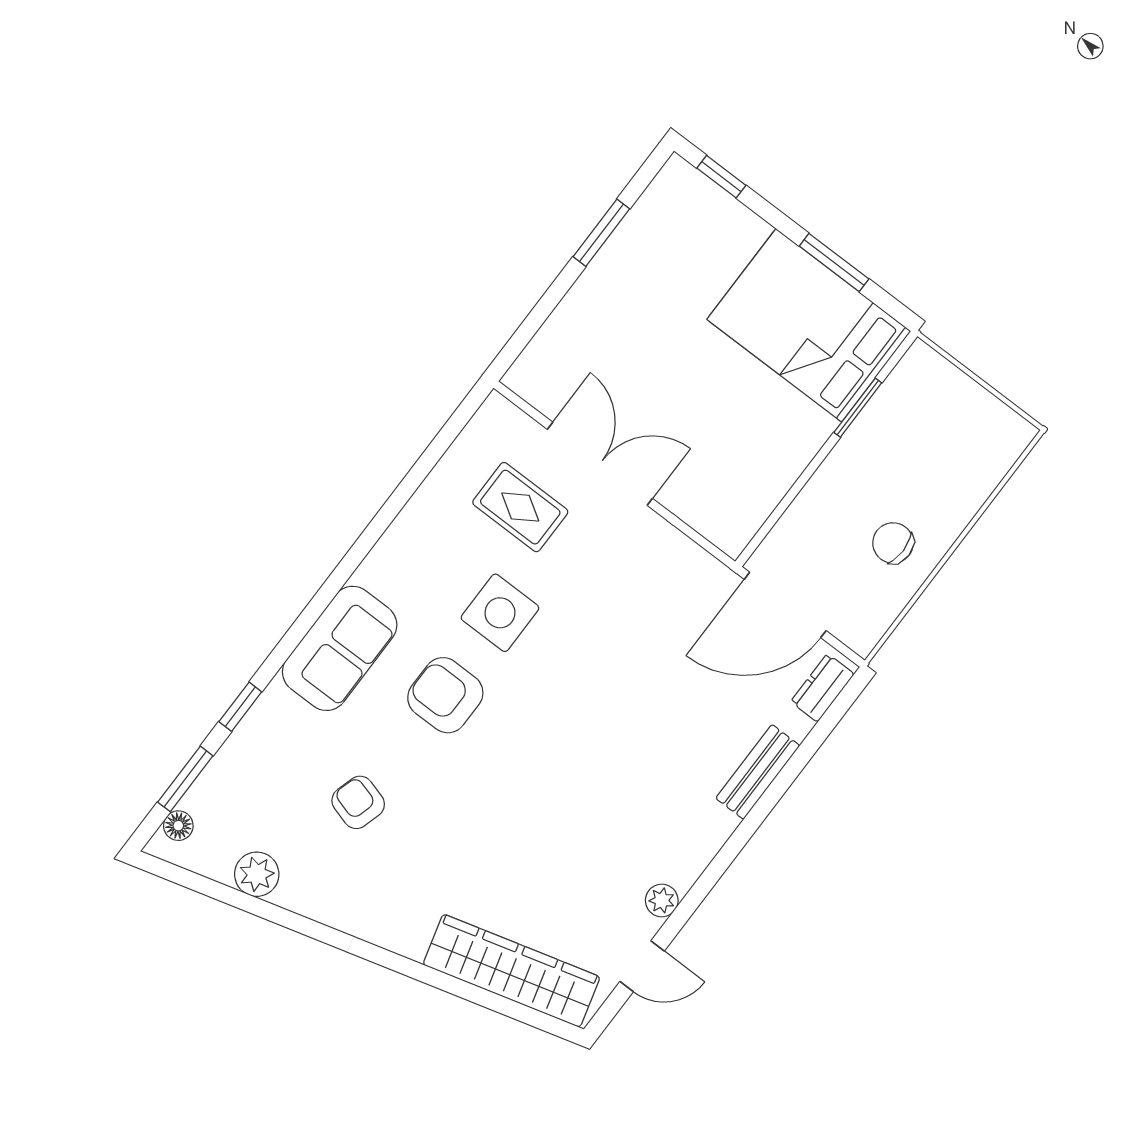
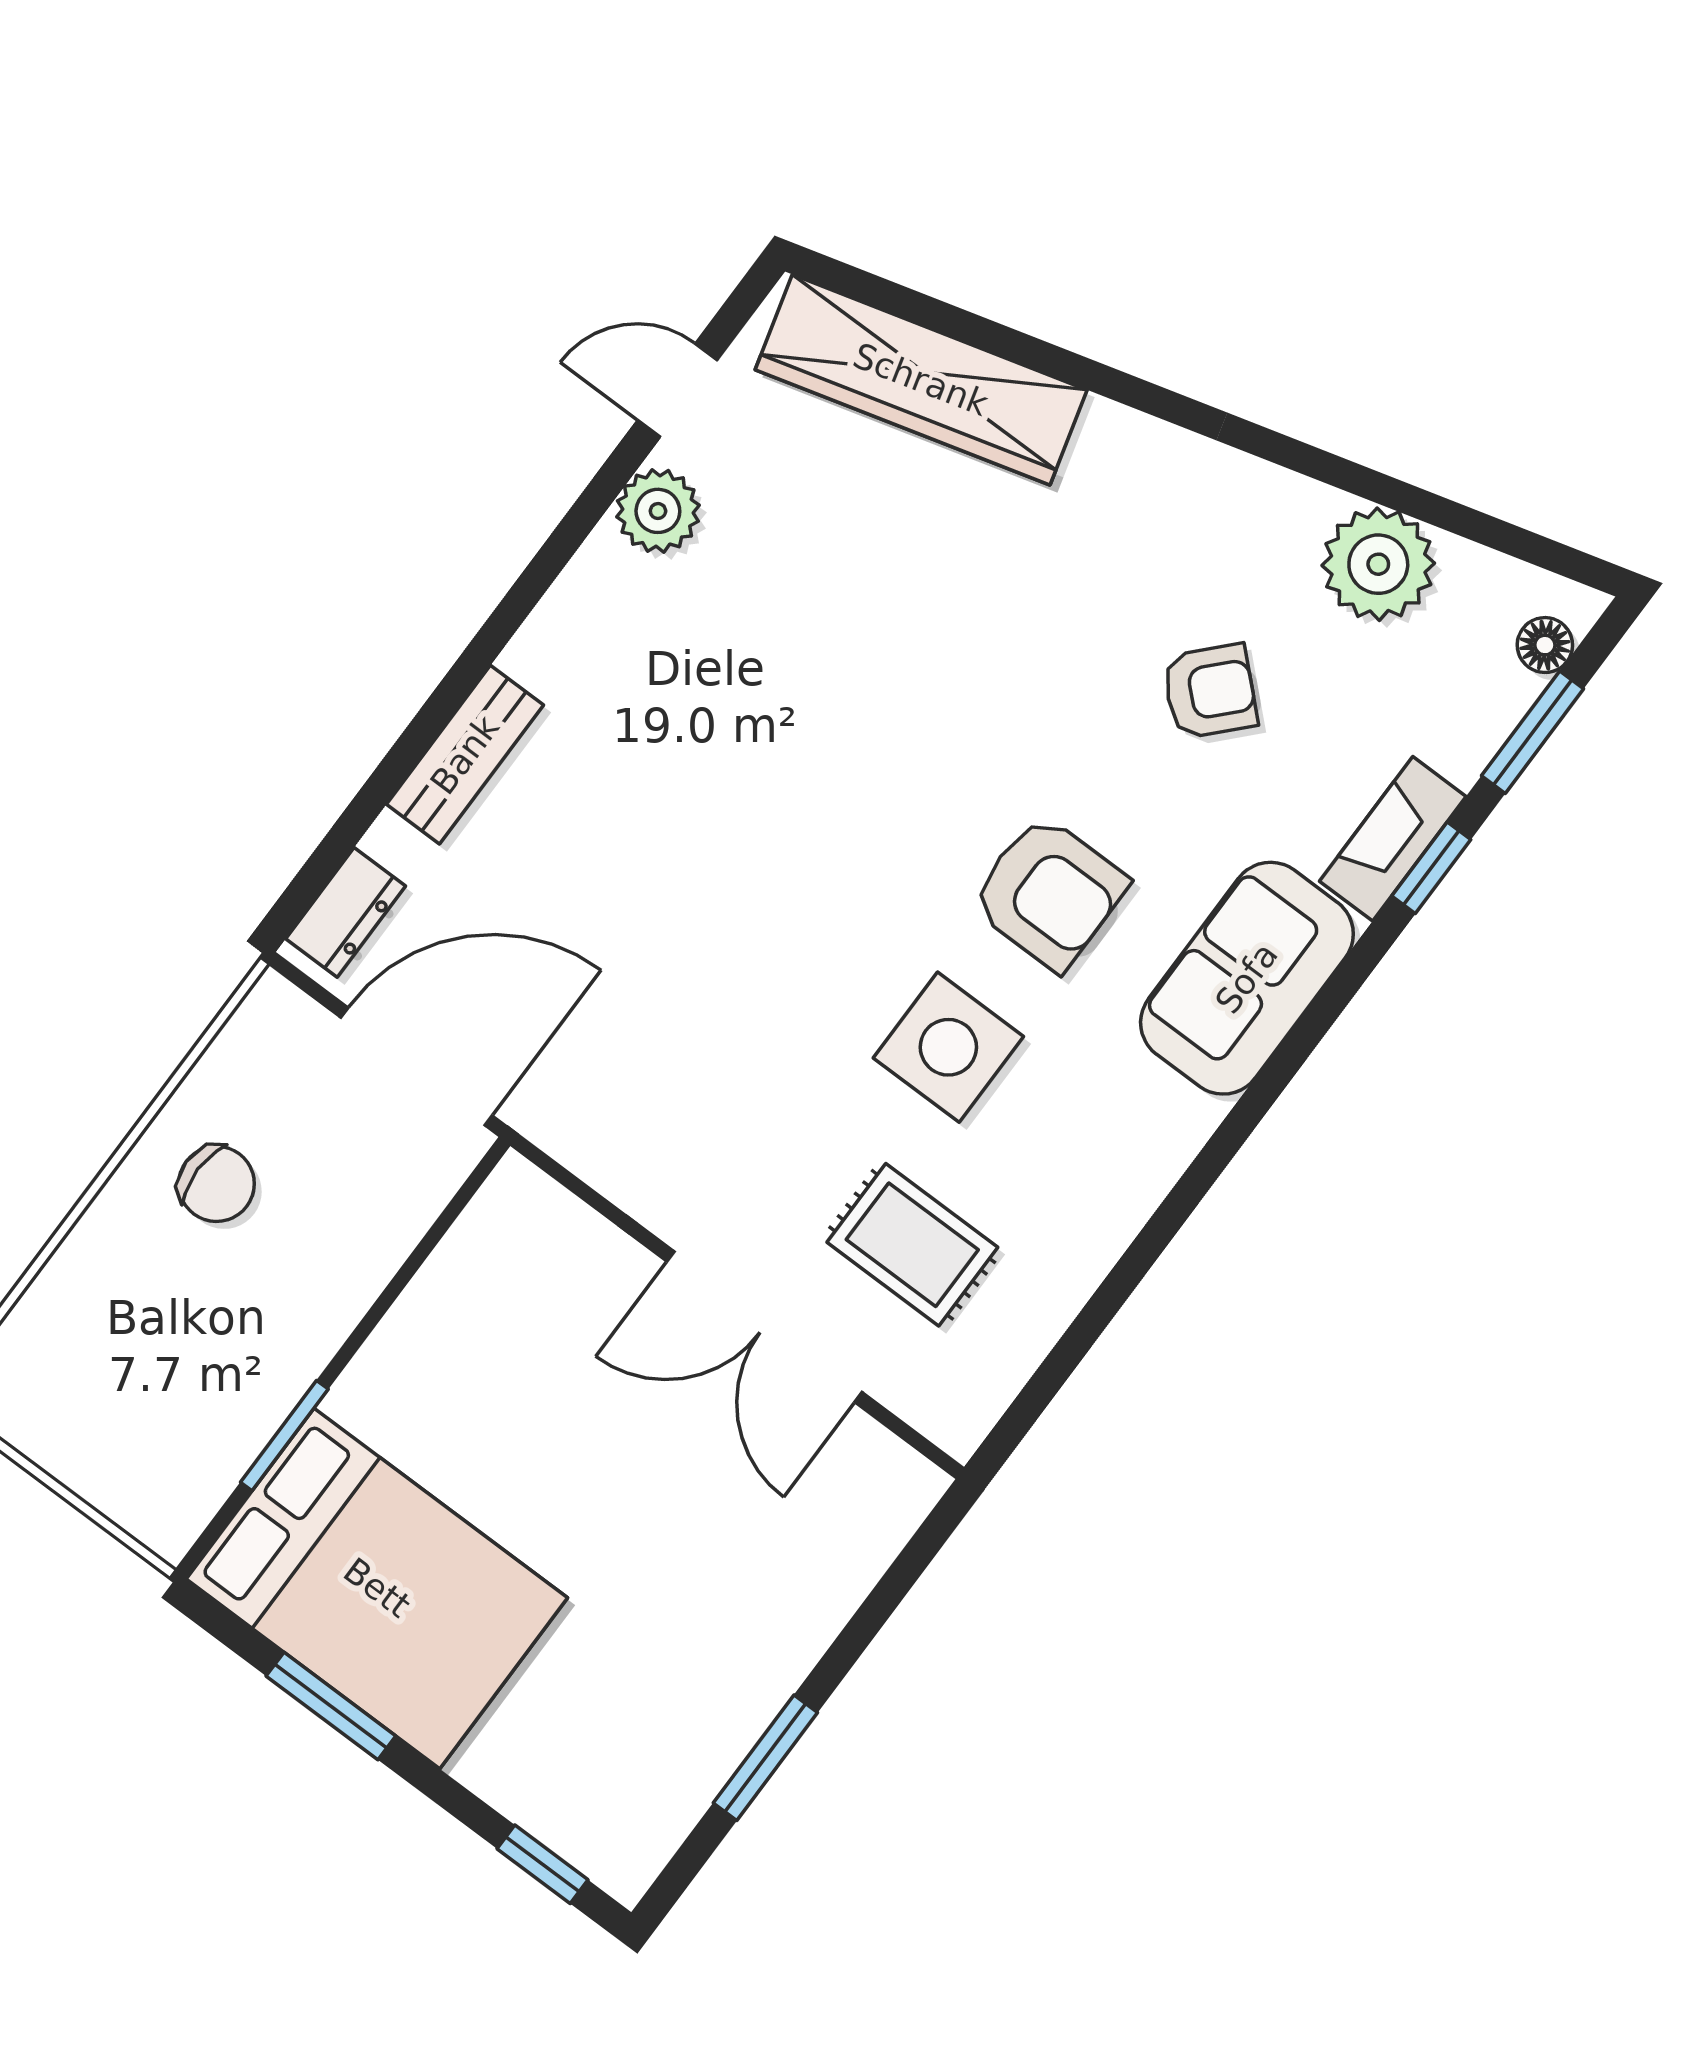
fireplace: (261, 722) -> (1393, 839), added
armchair: (358, 802) -> (1210, 691), turned -63
plant: (257, 874) -> (1378, 564), width x1.36, depth x1.36
plant: (662, 900) -> (658, 511), width x1.38, depth x1.38

